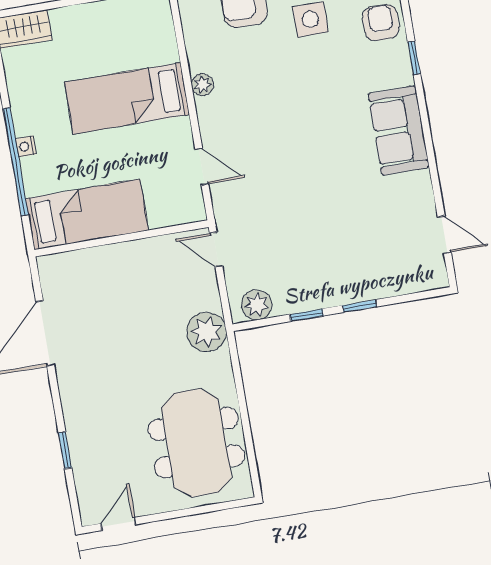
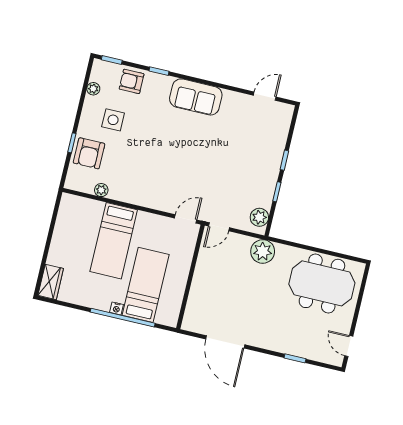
plant: (202, 85) -> (101, 190), moved
door: (202, 167) -> (186, 219), moved
bed: (87, 214) -> (146, 285), moved

